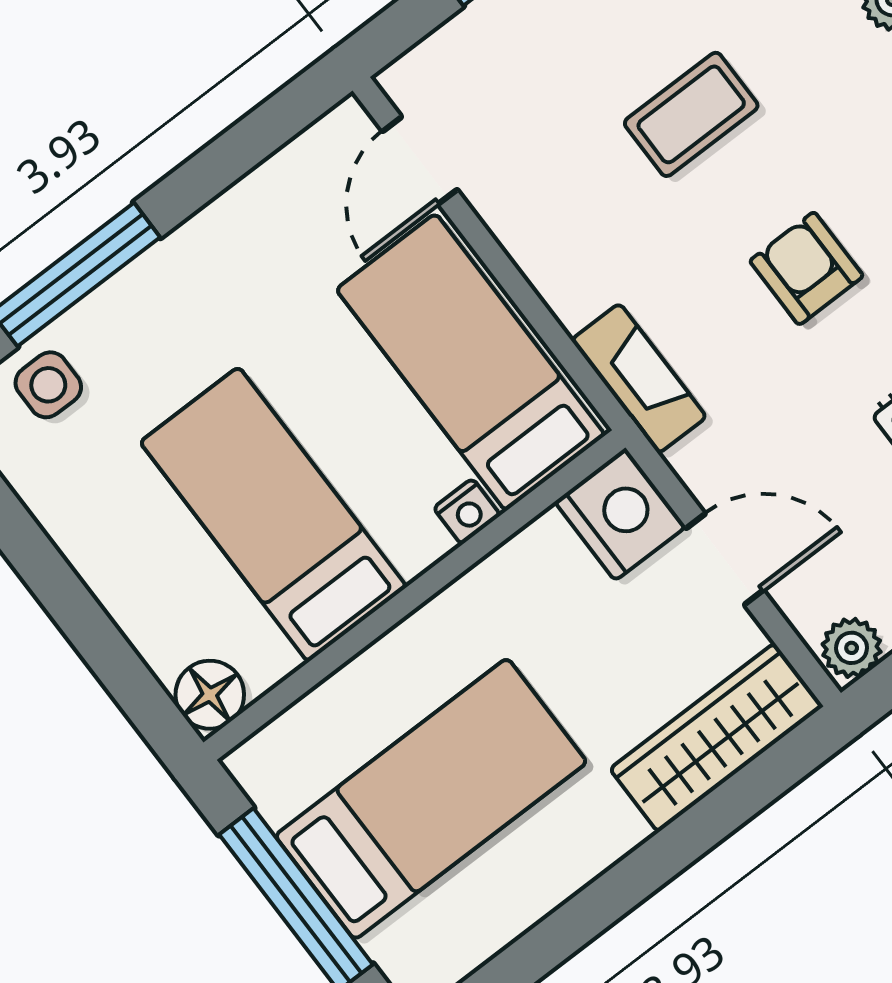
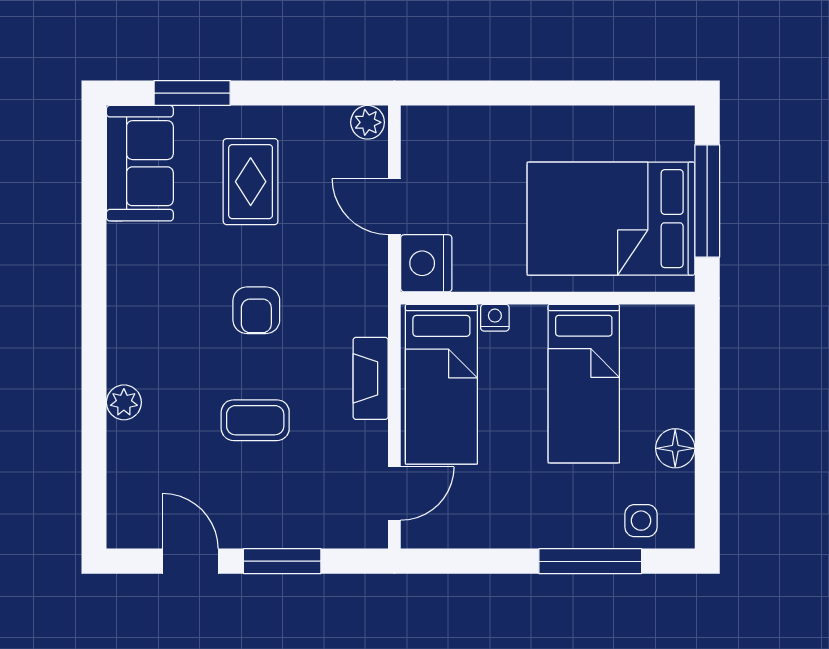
fireplace: (639, 378) -> (371, 378), moved
floor lamp: (210, 695) -> (675, 448), moved
wardrobe: (716, 738) -> (460, 128), removed
bed: (431, 799) -> (611, 219), width x1.50

